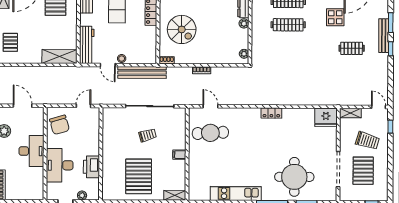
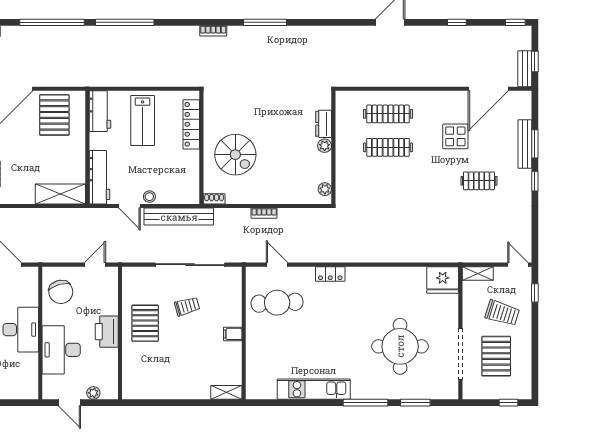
bench: (384, 36) -> (525, 144), moved
locker: (271, 113) -> (330, 274), moved
printer: (91, 167) -> (107, 332), moved
pallet: (139, 176) -> (145, 323), moved, width x0.73, depth x0.71
round table: (294, 177) -> (400, 346), moved

